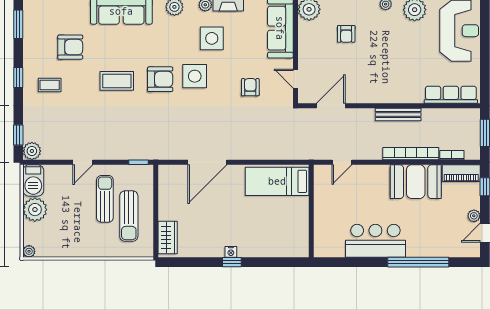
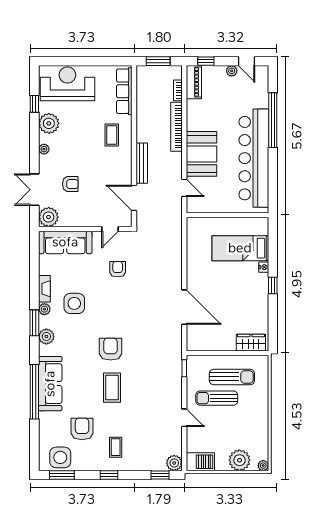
side table: (195, 76) -> (60, 457), moved
coffee table: (402, 81) -> (112, 135), added
armchair: (250, 87) -> (118, 269), turned 90
bench: (398, 114) -> (142, 163), moved
bed: (277, 181) -> (240, 248), moved, turned 90
booth: (416, 182) -> (201, 154), moved
plant: (35, 210) -> (239, 460), moved
bar counter: (375, 241) -> (254, 158), width x1.86
nightstand: (231, 252) -> (264, 267), moved

